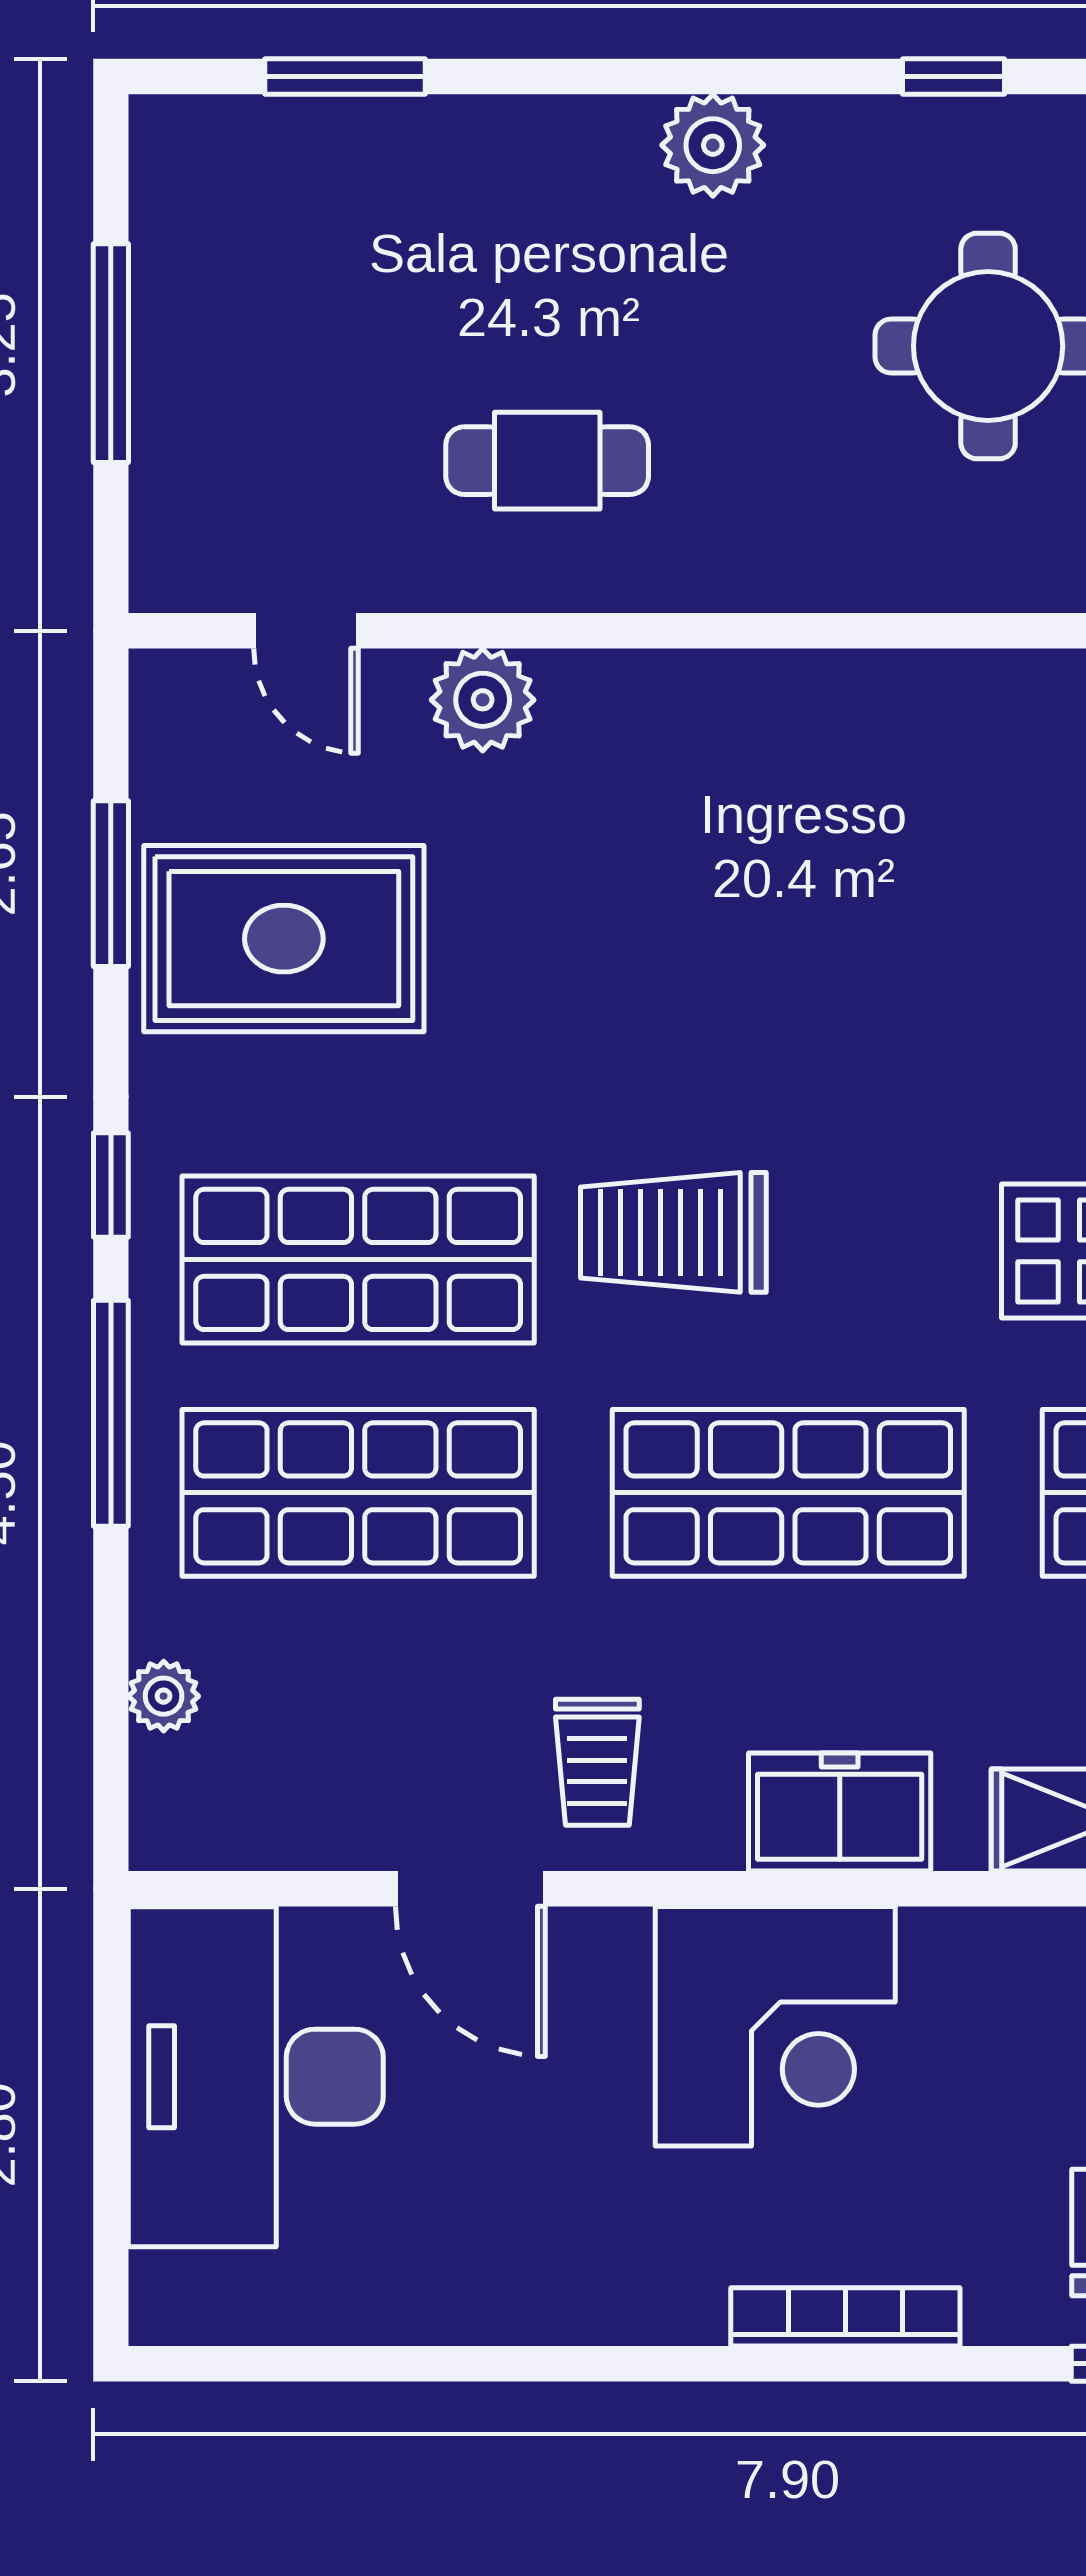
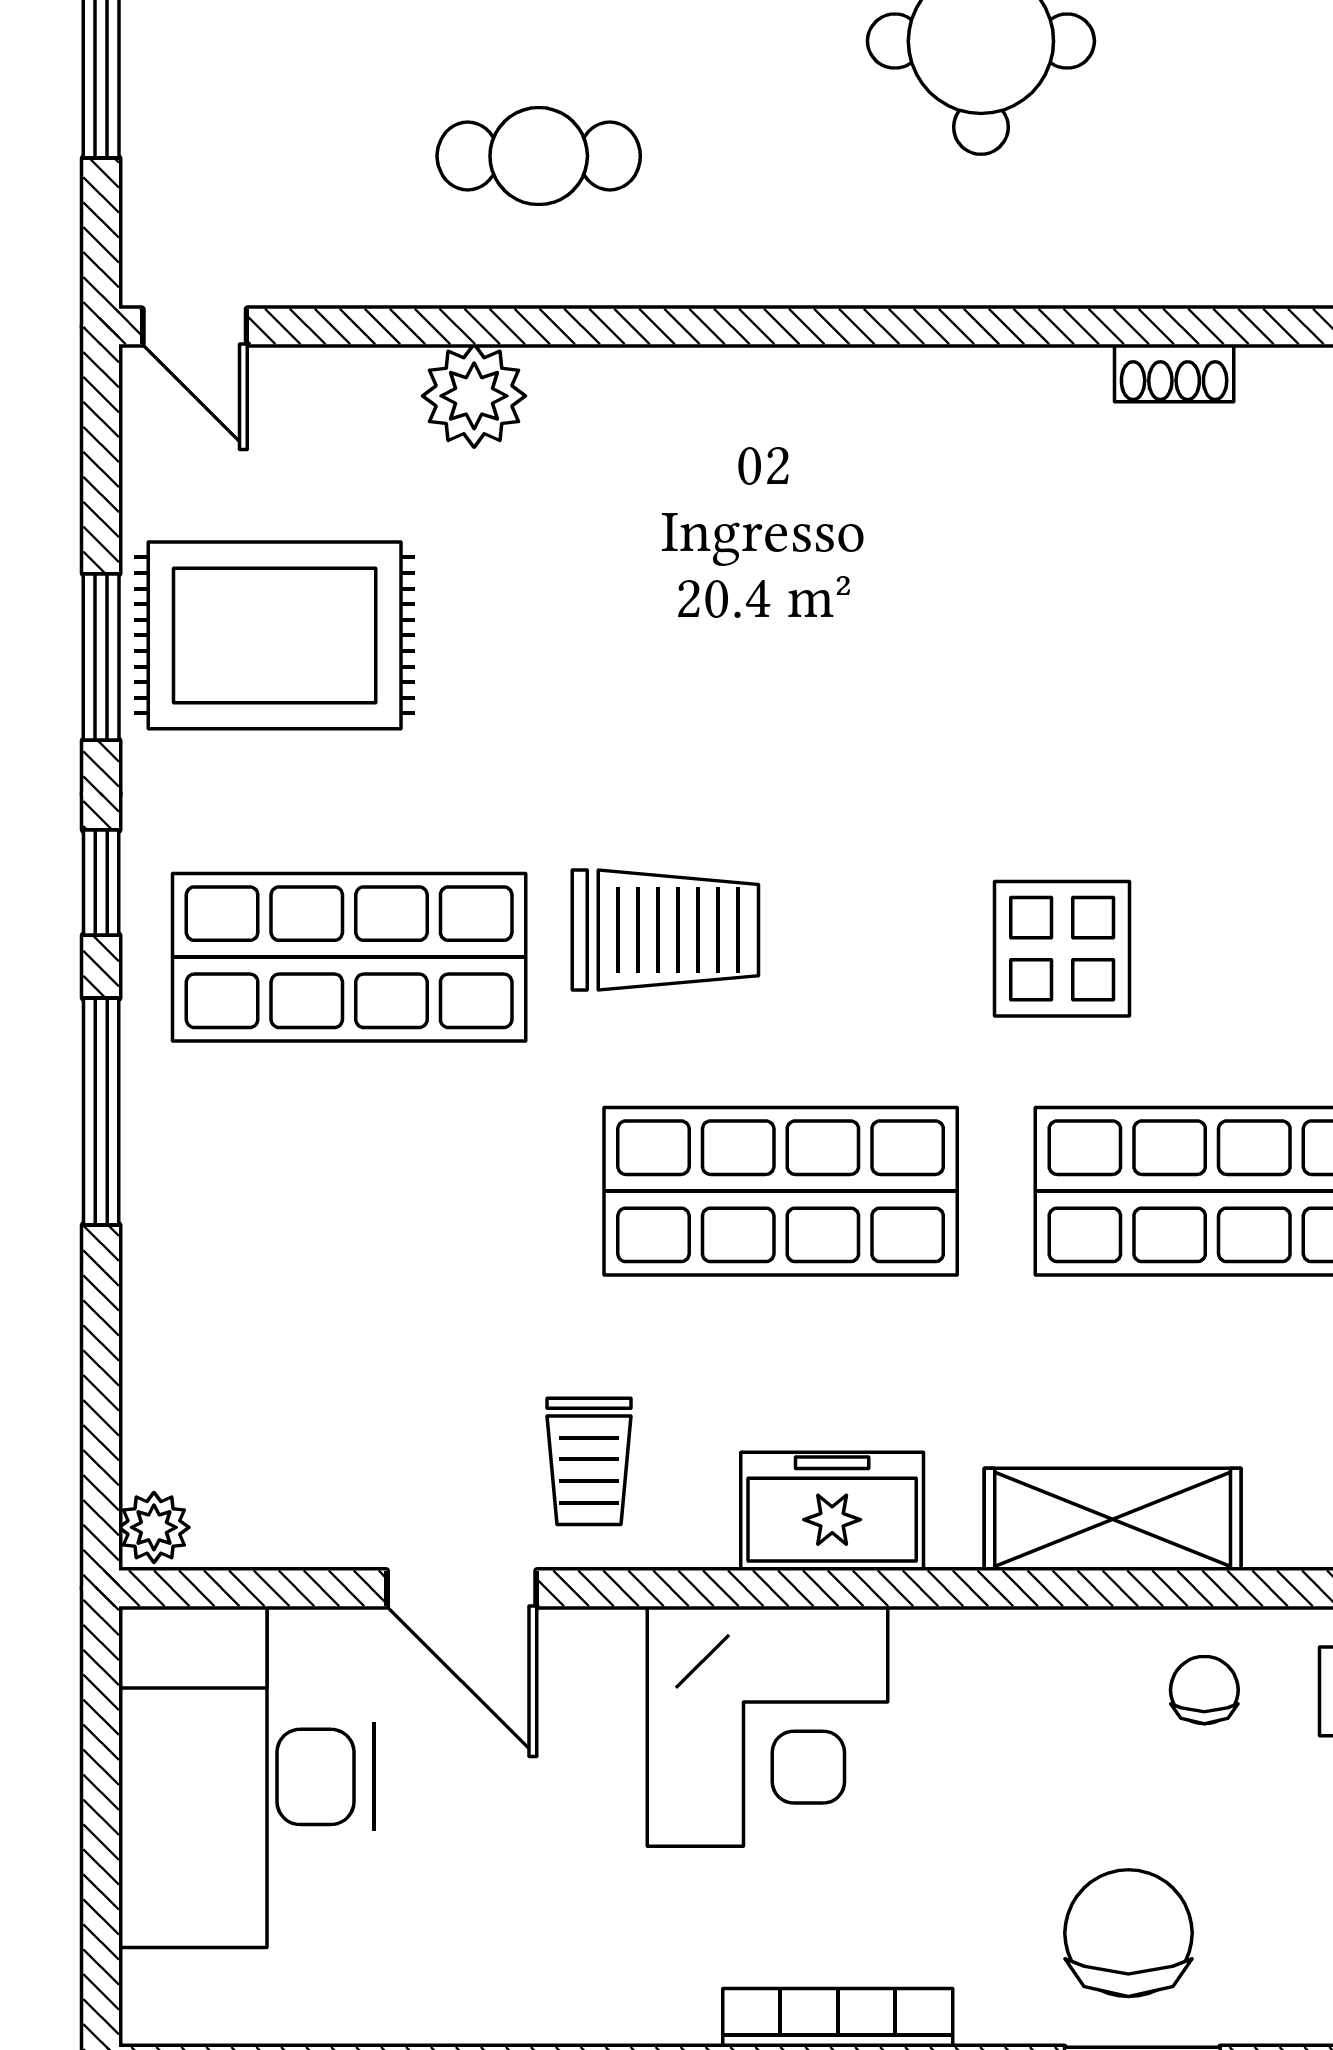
door: (306, 631) -> (195, 327), moved
window: (111, 884) -> (101, 657), moved
trolley: (673, 1232) -> (665, 930), turned 180
shop shelf: (358, 1493) -> (349, 1191), removed
plant: (164, 1696) -> (154, 1527), moved

